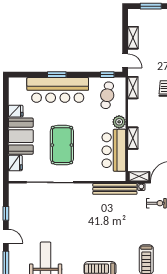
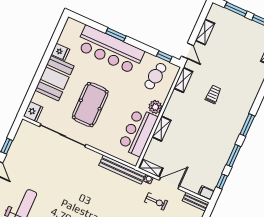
fridge: (15, 163) -> (33, 112), moved

